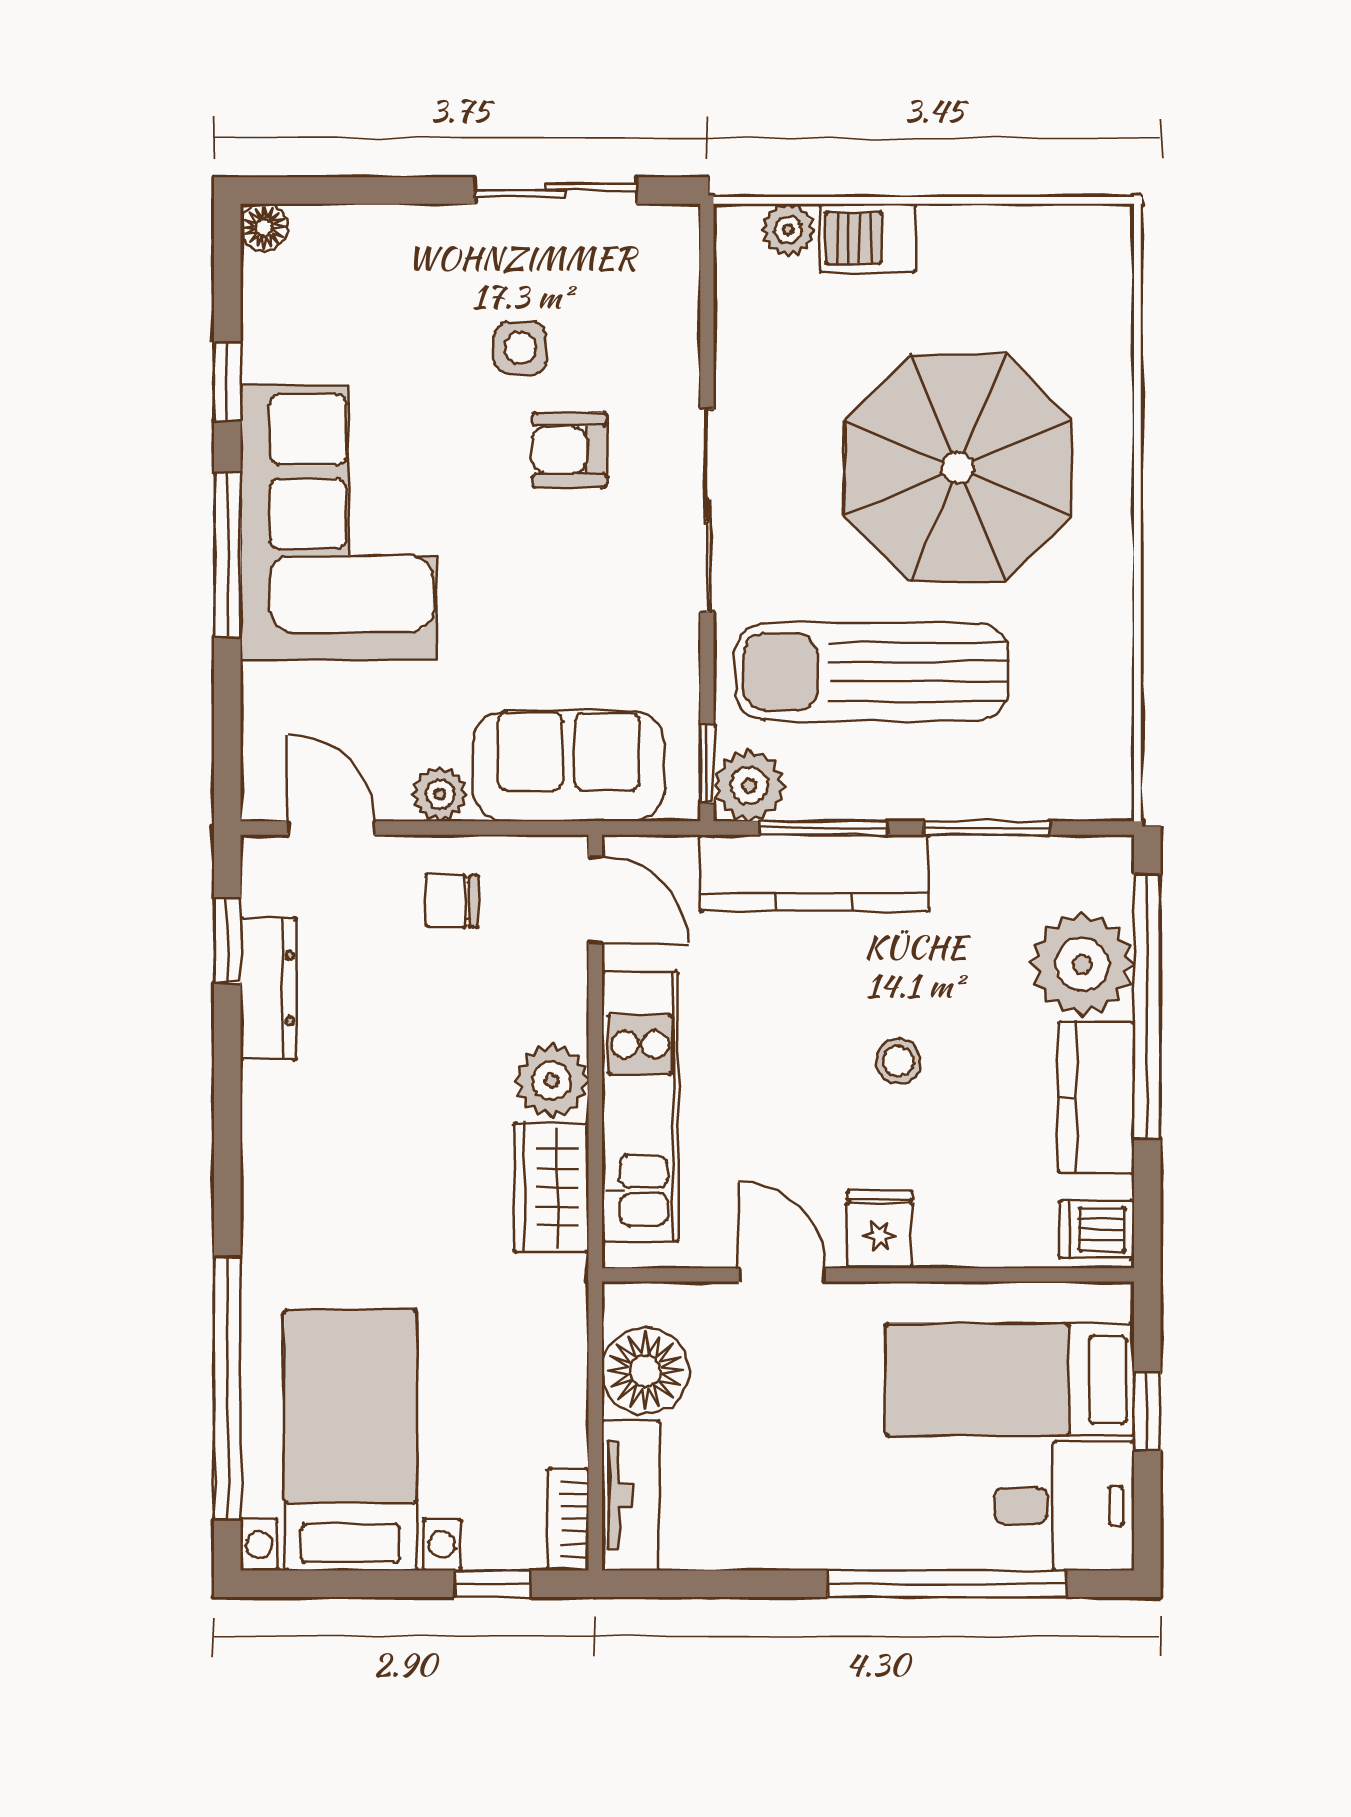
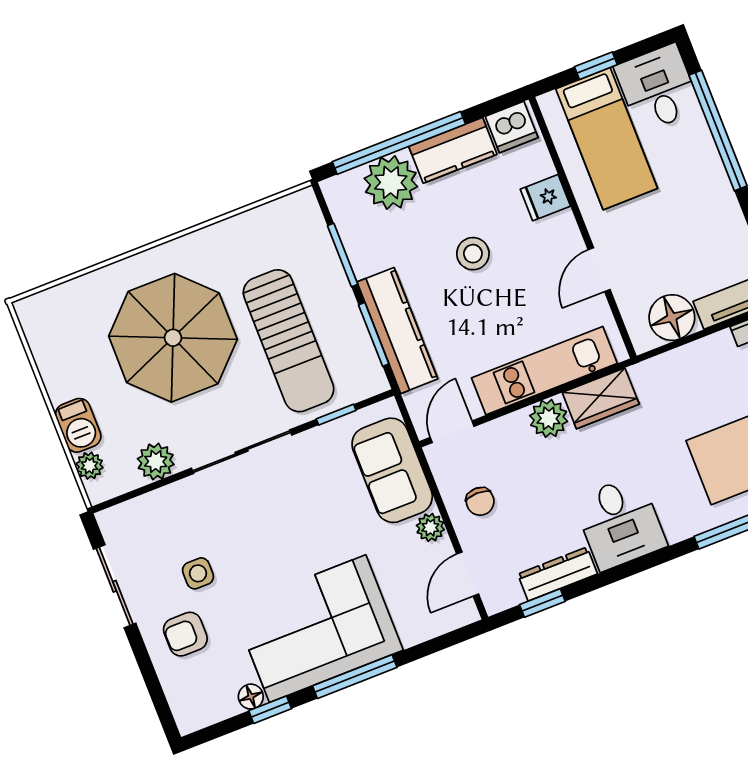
floor lamp: (264, 227) -> (251, 697), moved
armchair: (570, 450) -> (185, 634), moved, turned 90
window: (707, 764) -> (336, 415), moved
plant: (749, 786) -> (156, 462), moved
stool: (898, 1061) -> (473, 254), width x1.37, depth x1.37
desk: (316, 1135) -> (620, 523), added
fridge: (879, 1229) -> (545, 198), moved
dishwasher: (1097, 1229) -> (512, 127), width x1.38

